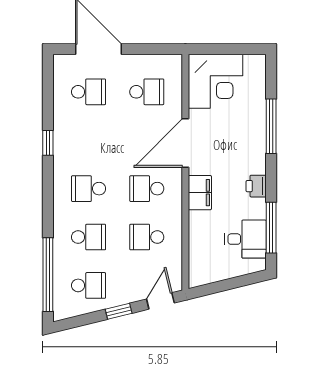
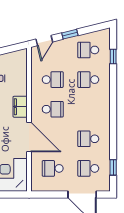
window: (48, 143) -> (113, 167), moved
door: (185, 143) -> (29, 137), hinge flipped
school desk: (89, 189) -> (88, 139), moved, turned 180
window: (48, 275) -> (113, 57), width x0.32

